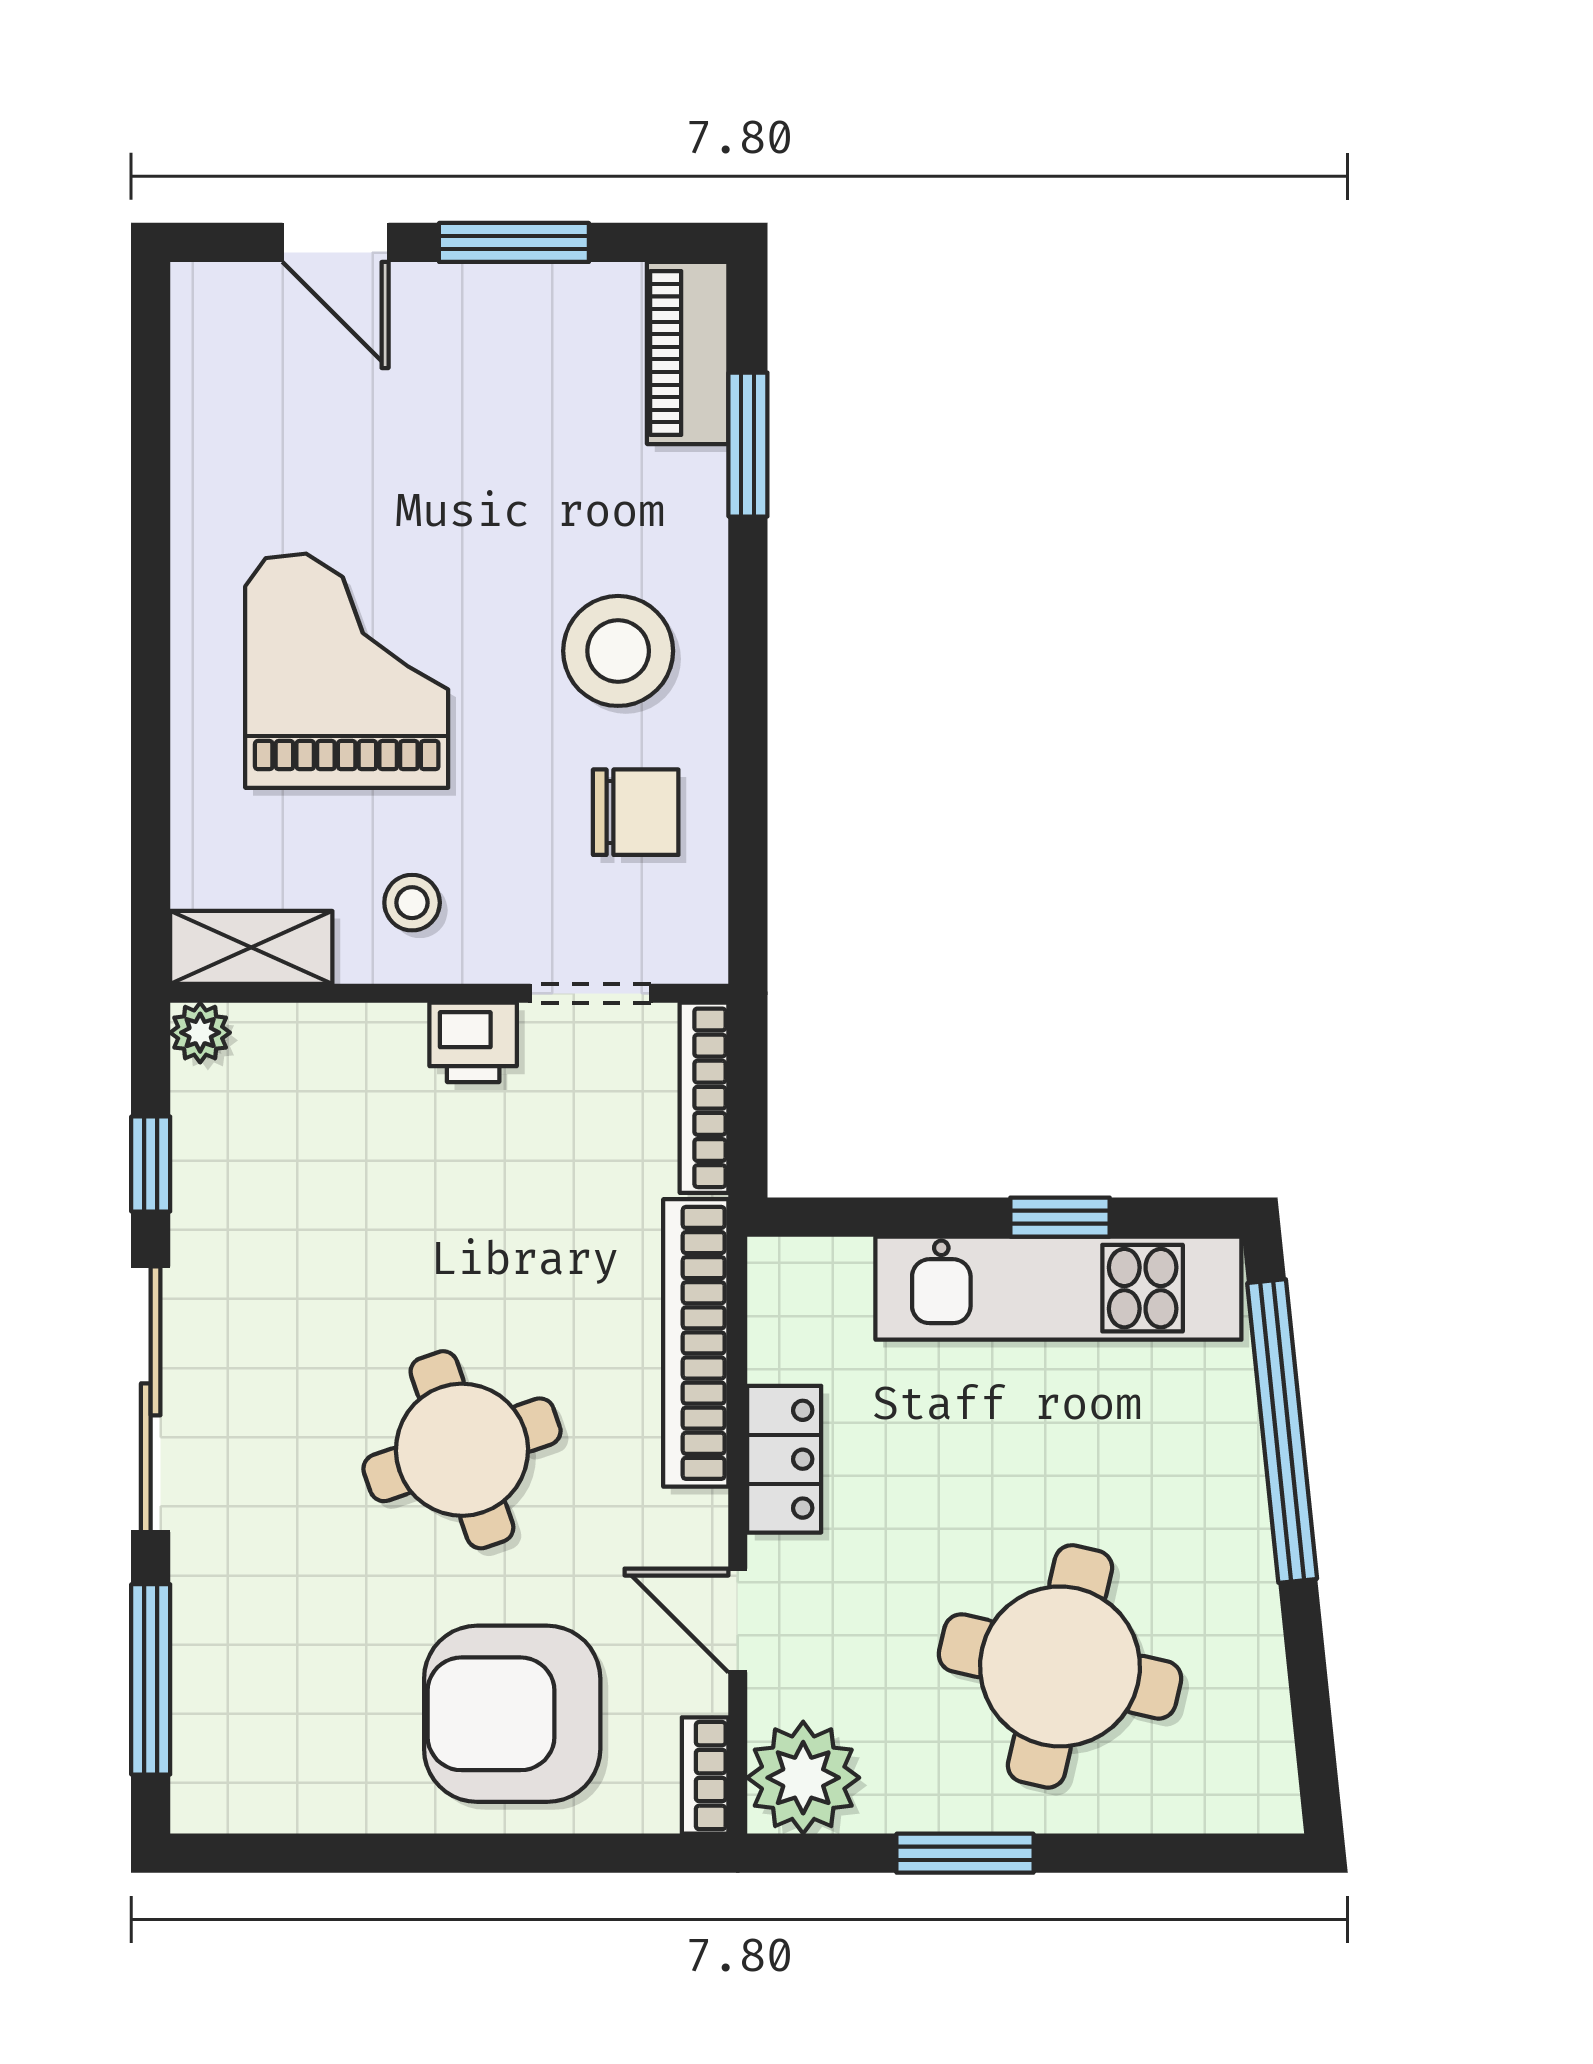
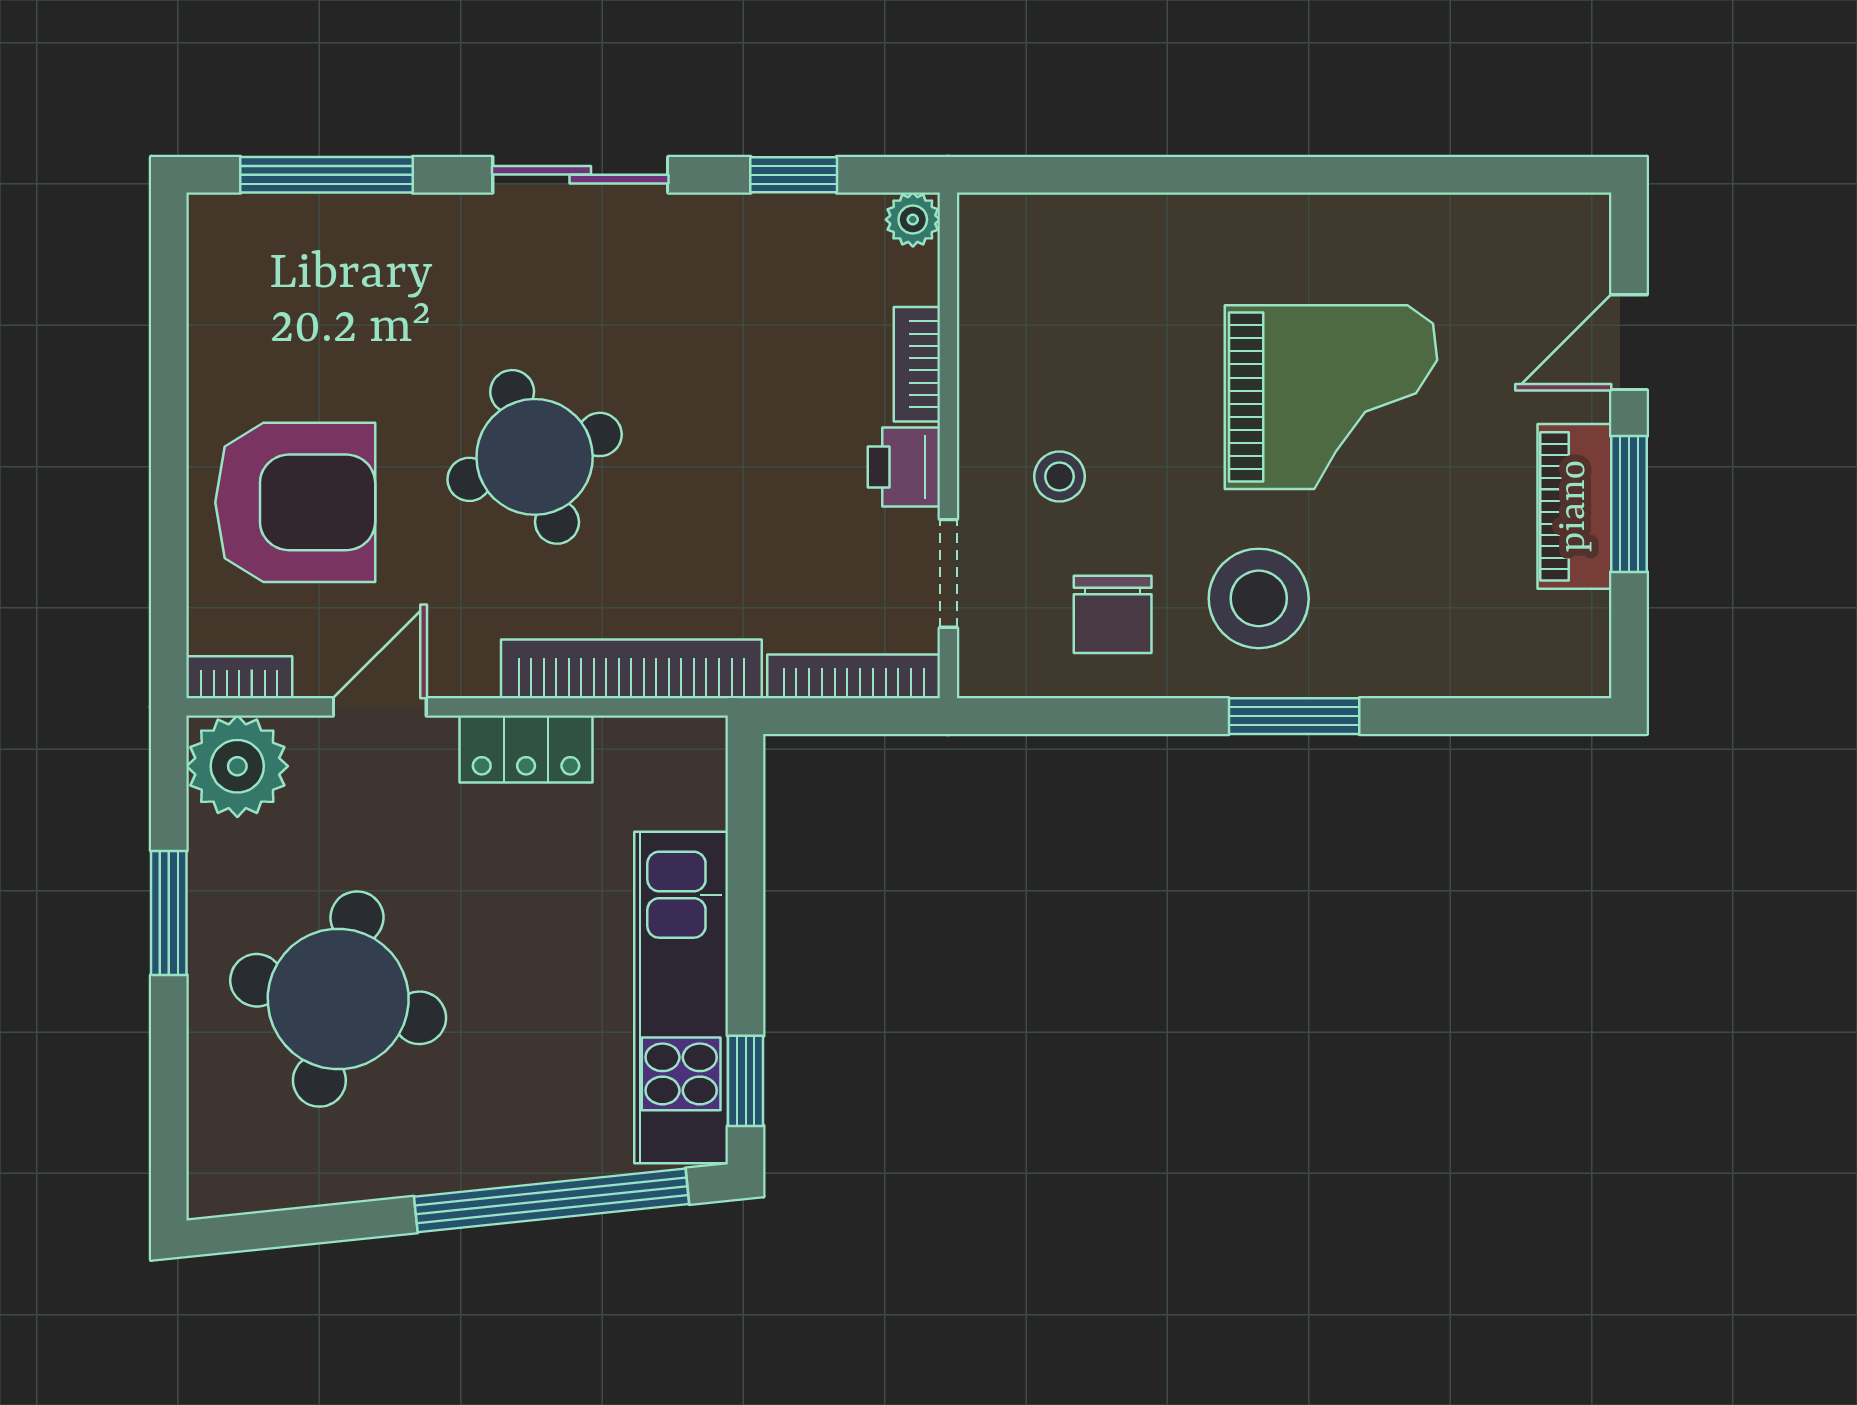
piano: (688, 353) -> (1574, 506), moved, turned -90
window: (748, 445) -> (1294, 716), moved
grand piano: (347, 671) -> (1331, 397), moved
stool: (412, 903) -> (1059, 477), moved
shelving: (251, 947) -> (990, 266), removed
bookcase: (360, 1028) -> (917, 364), added
window: (1060, 1217) -> (746, 1081), moved
sliding door: (151, 1399) -> (580, 175), width x0.73
armchair: (512, 1714) -> (295, 502), turned 90

